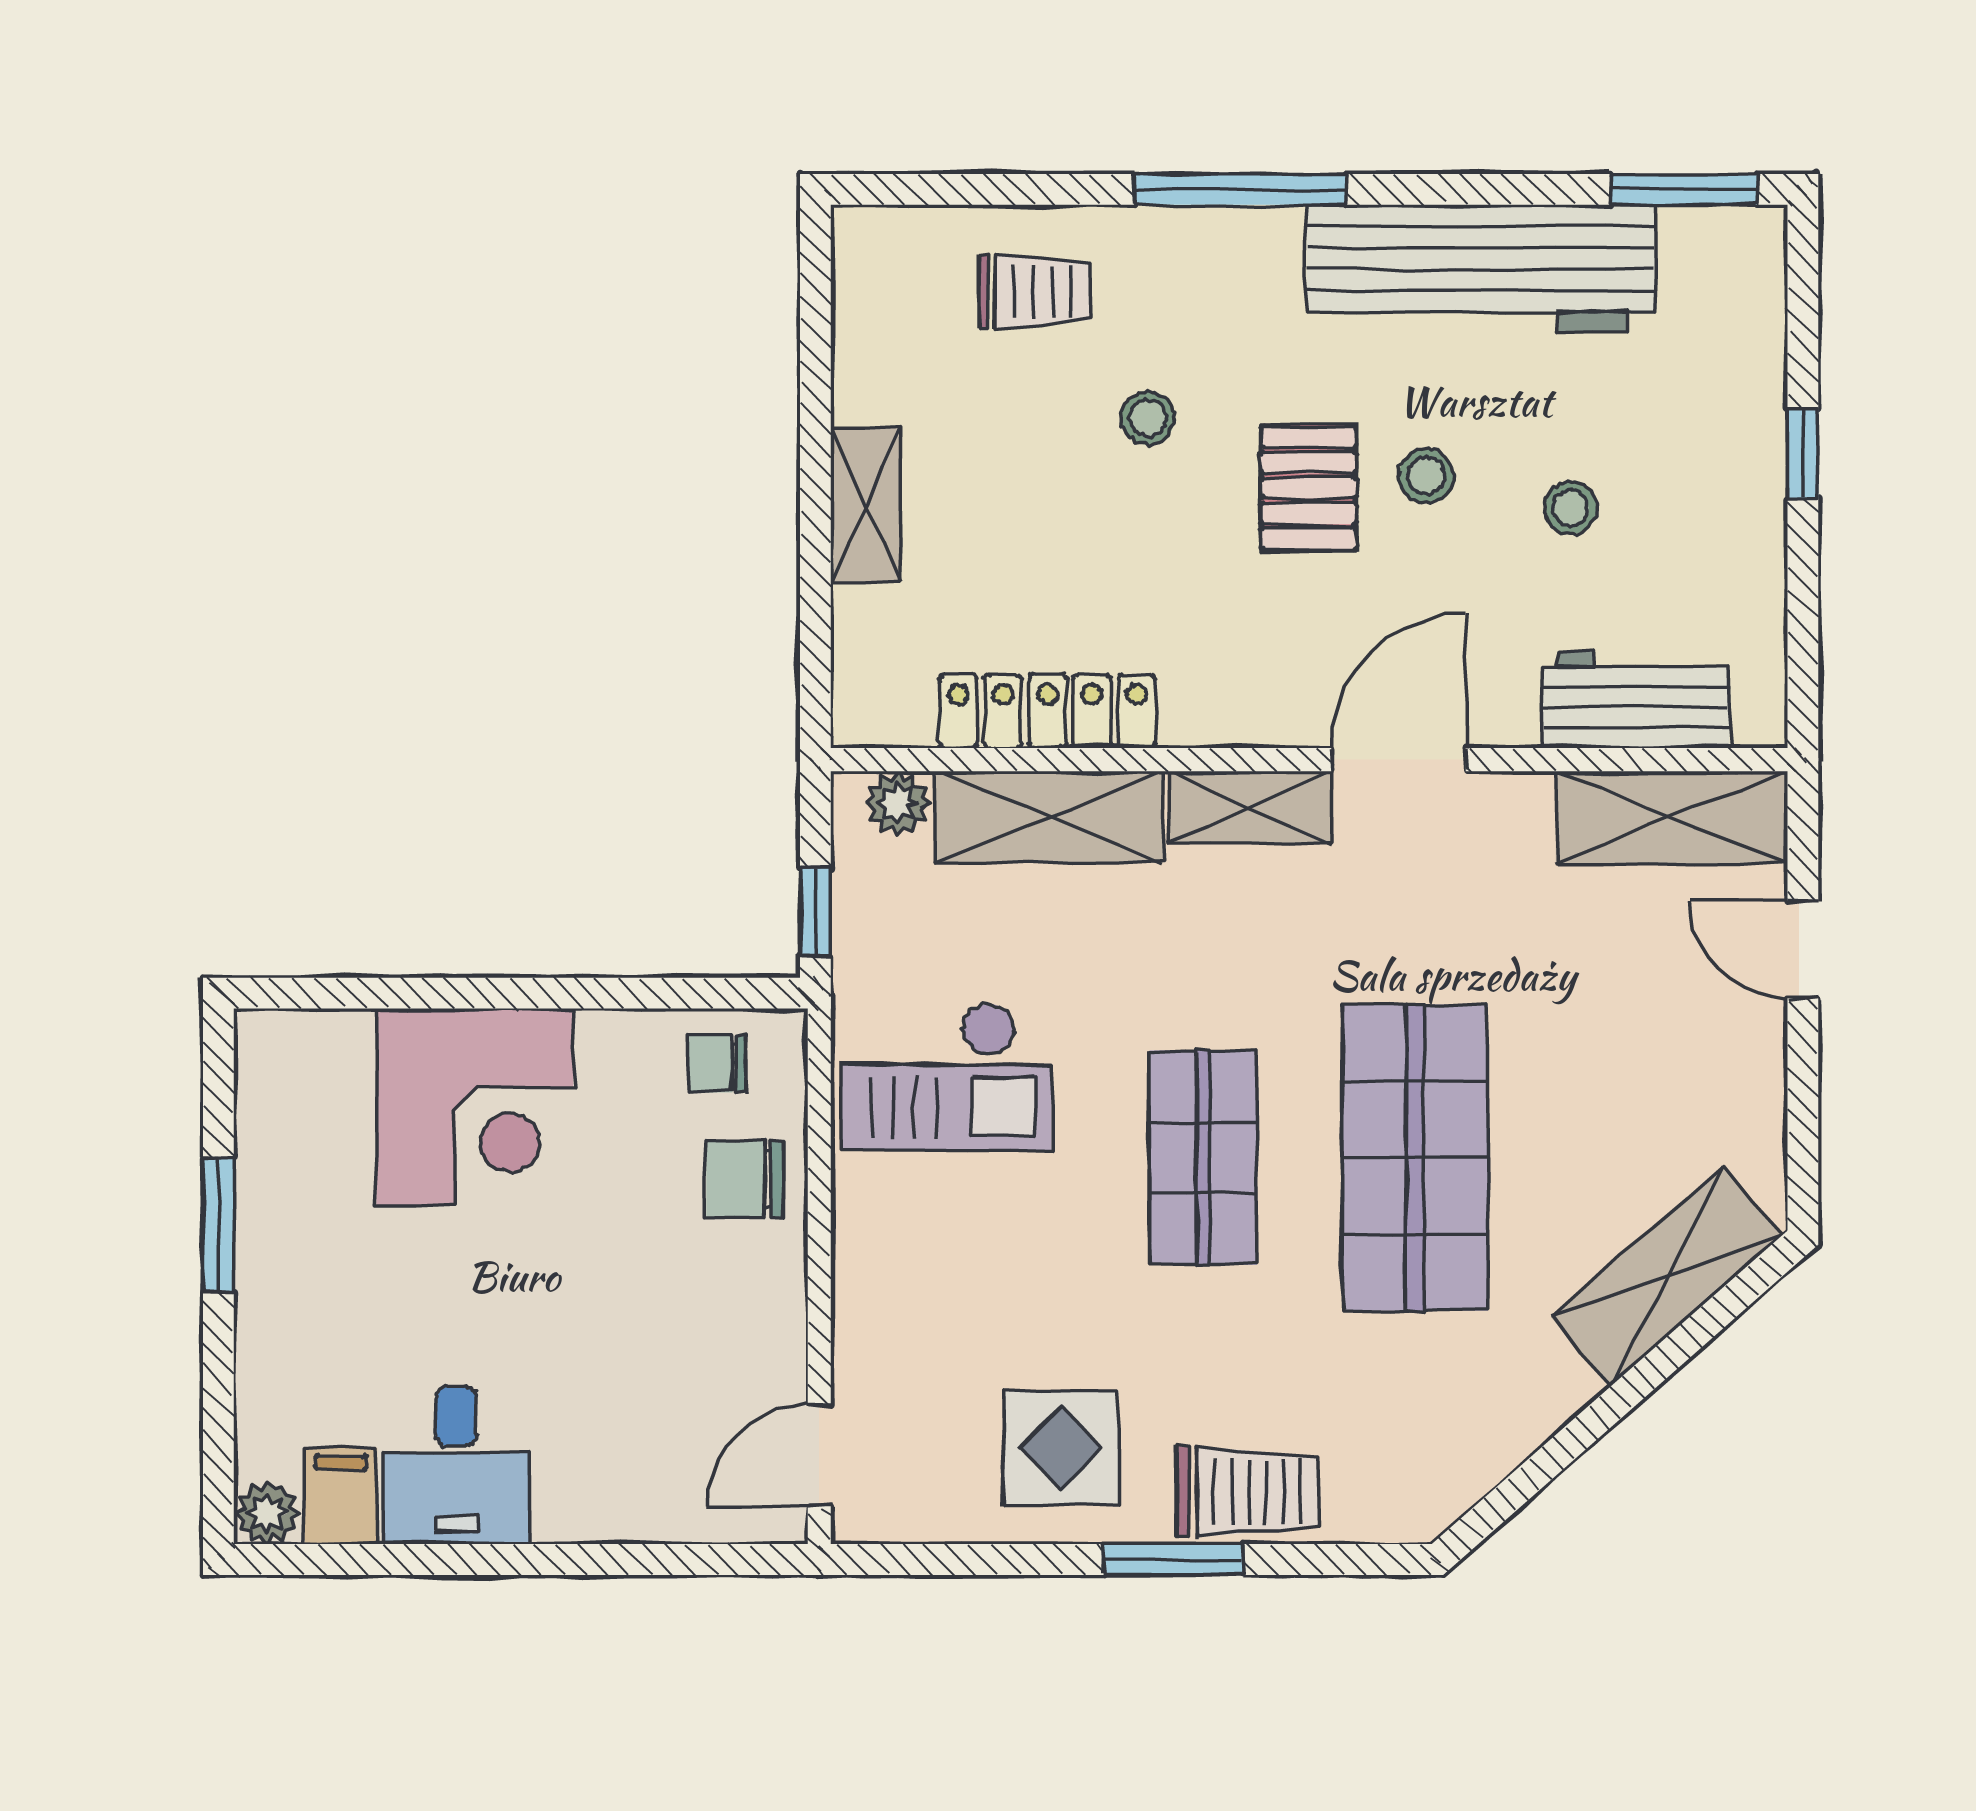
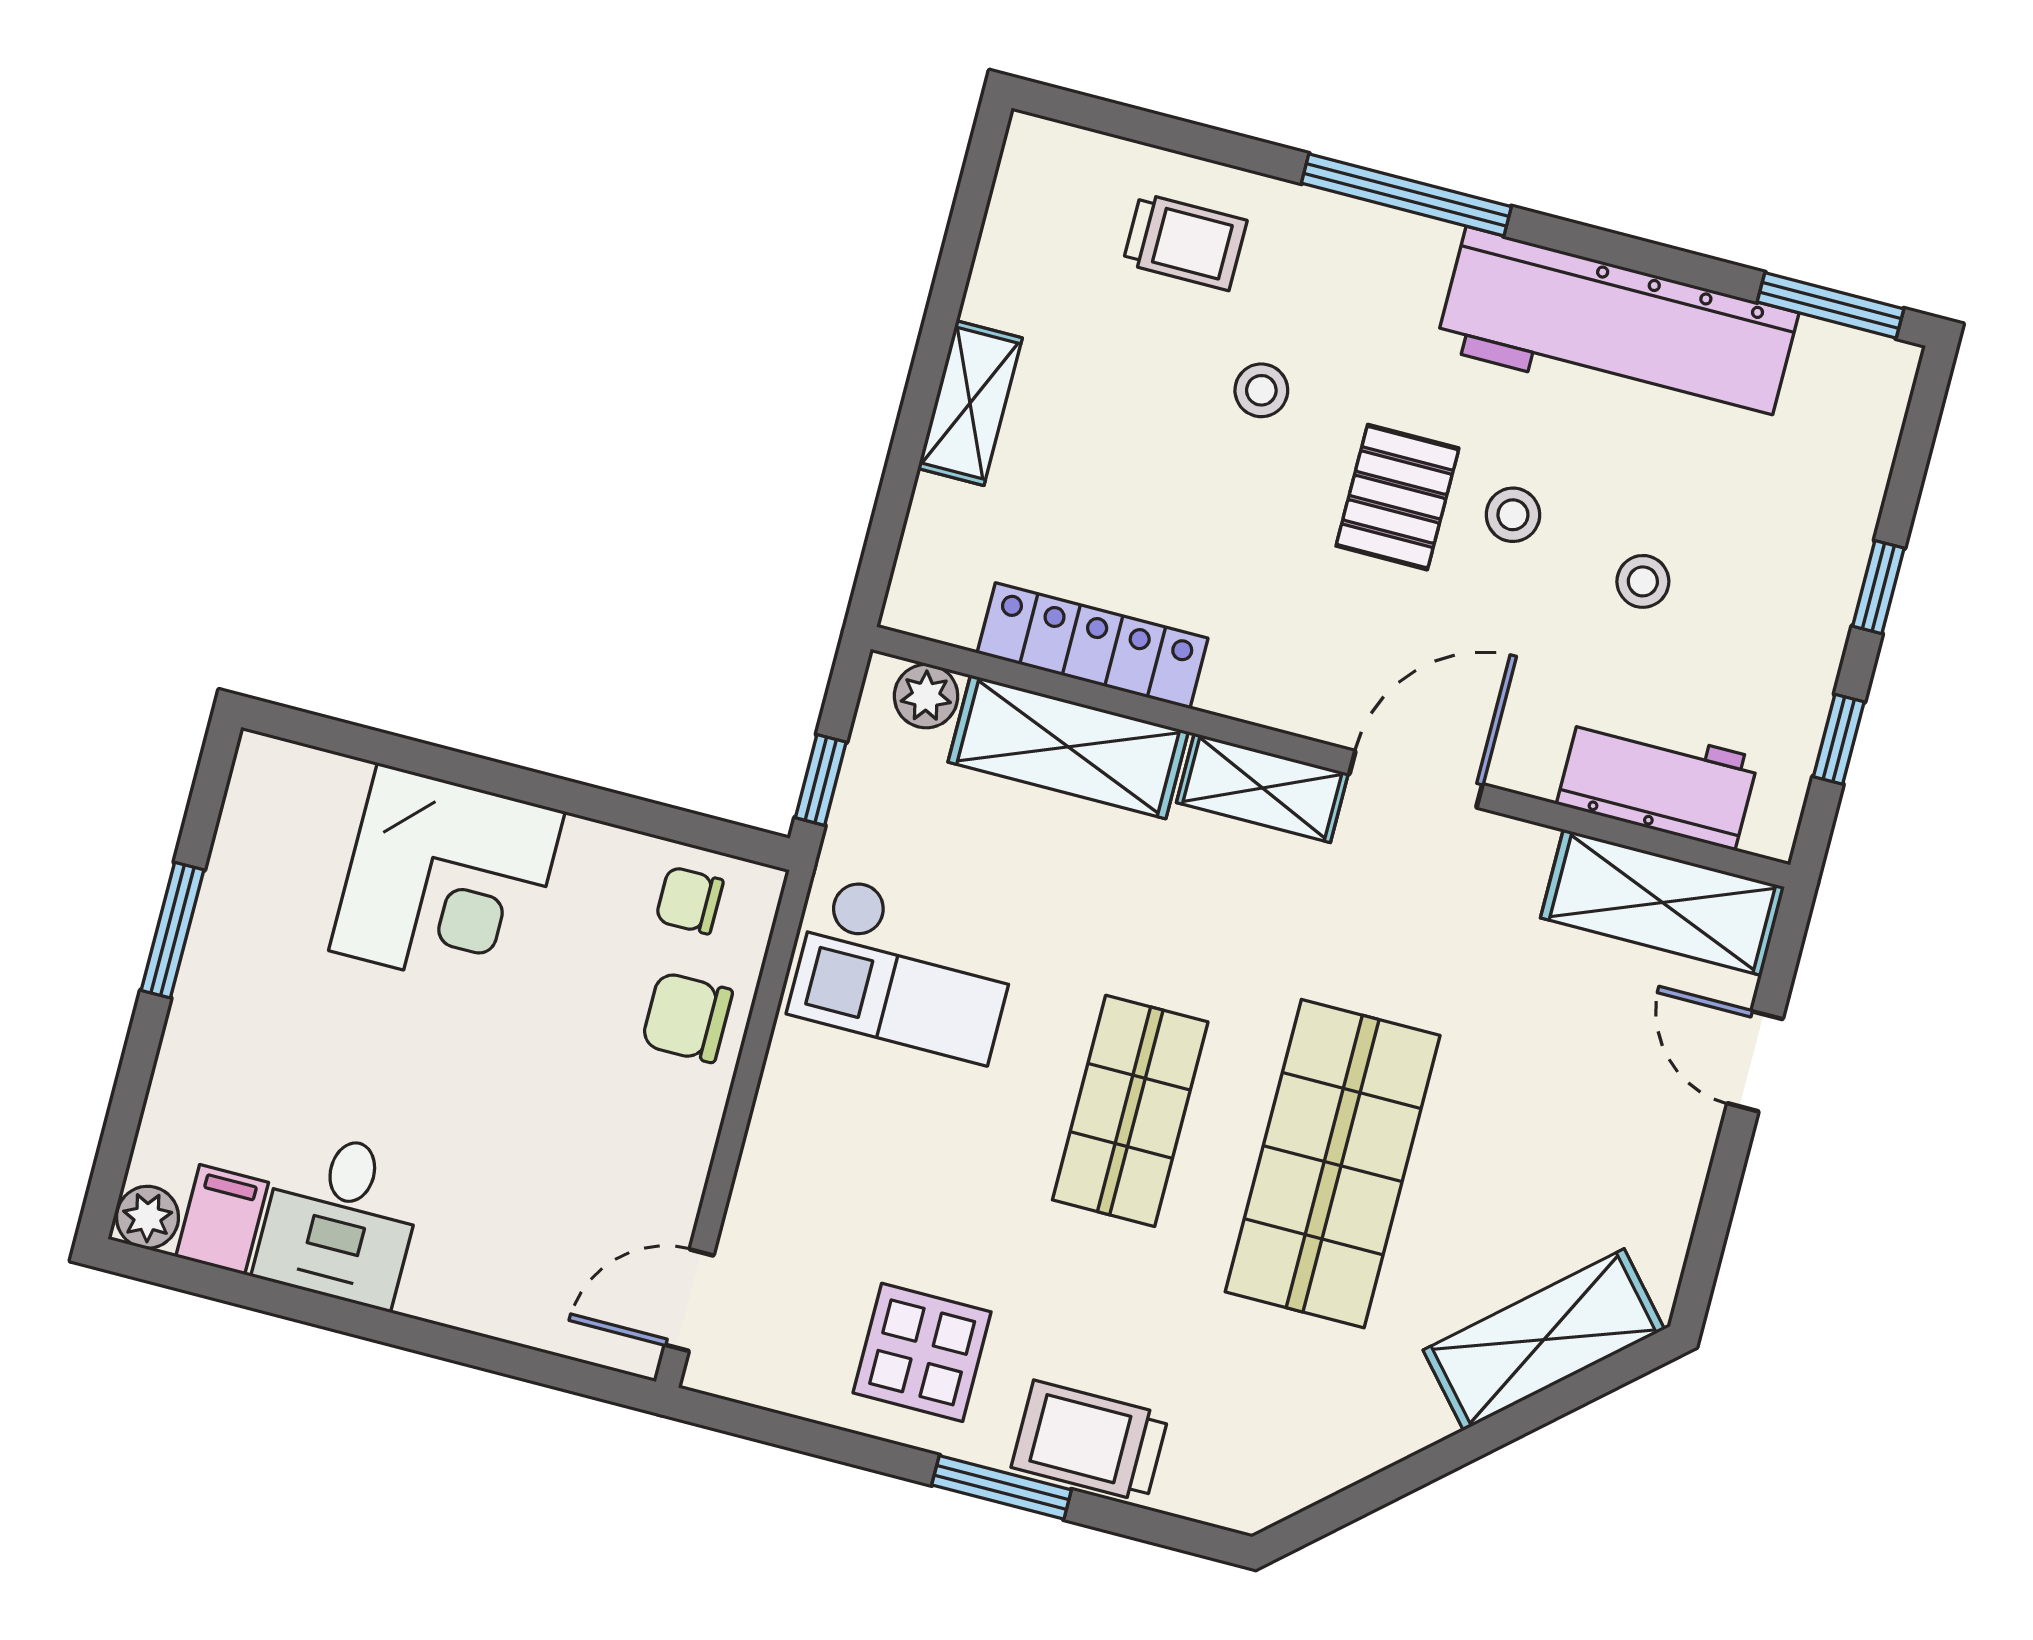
window: (1803, 612) -> (1839, 739), added
trolley: (1248, 1492) -> (1090, 1441), turned 180

